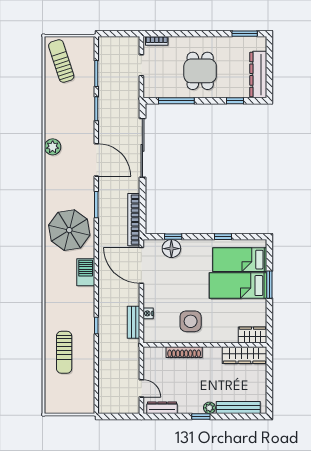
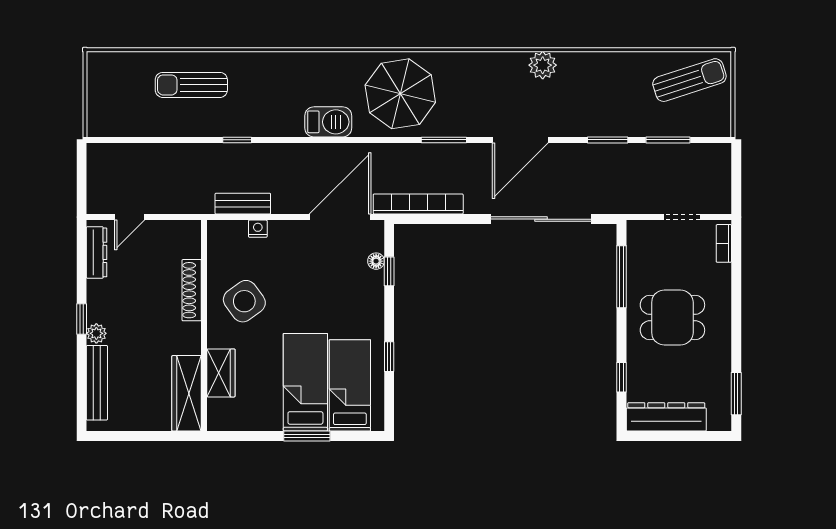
floor lamp: (171, 249) -> (376, 261), width x0.53, depth x0.53
side table: (191, 321) -> (244, 301), turned -36
wardrobe: (252, 335) -> (221, 373), moved

